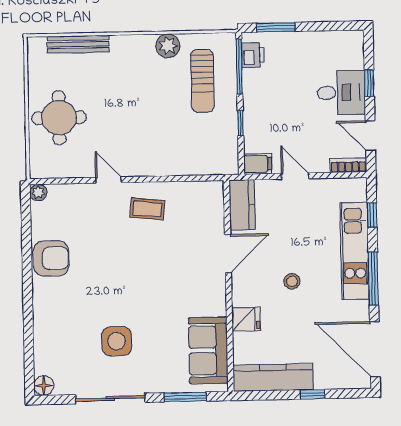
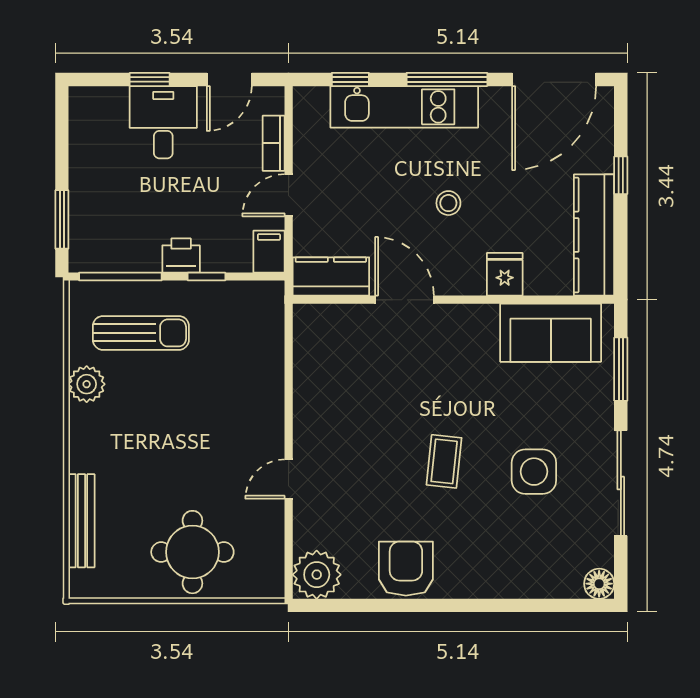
printer: (253, 55) -> (181, 255), moved
bookcase: (348, 165) -> (274, 143), moved
plant: (38, 193) -> (317, 575), width x1.87, depth x1.87
coffee table: (147, 209) -> (444, 461), moved

